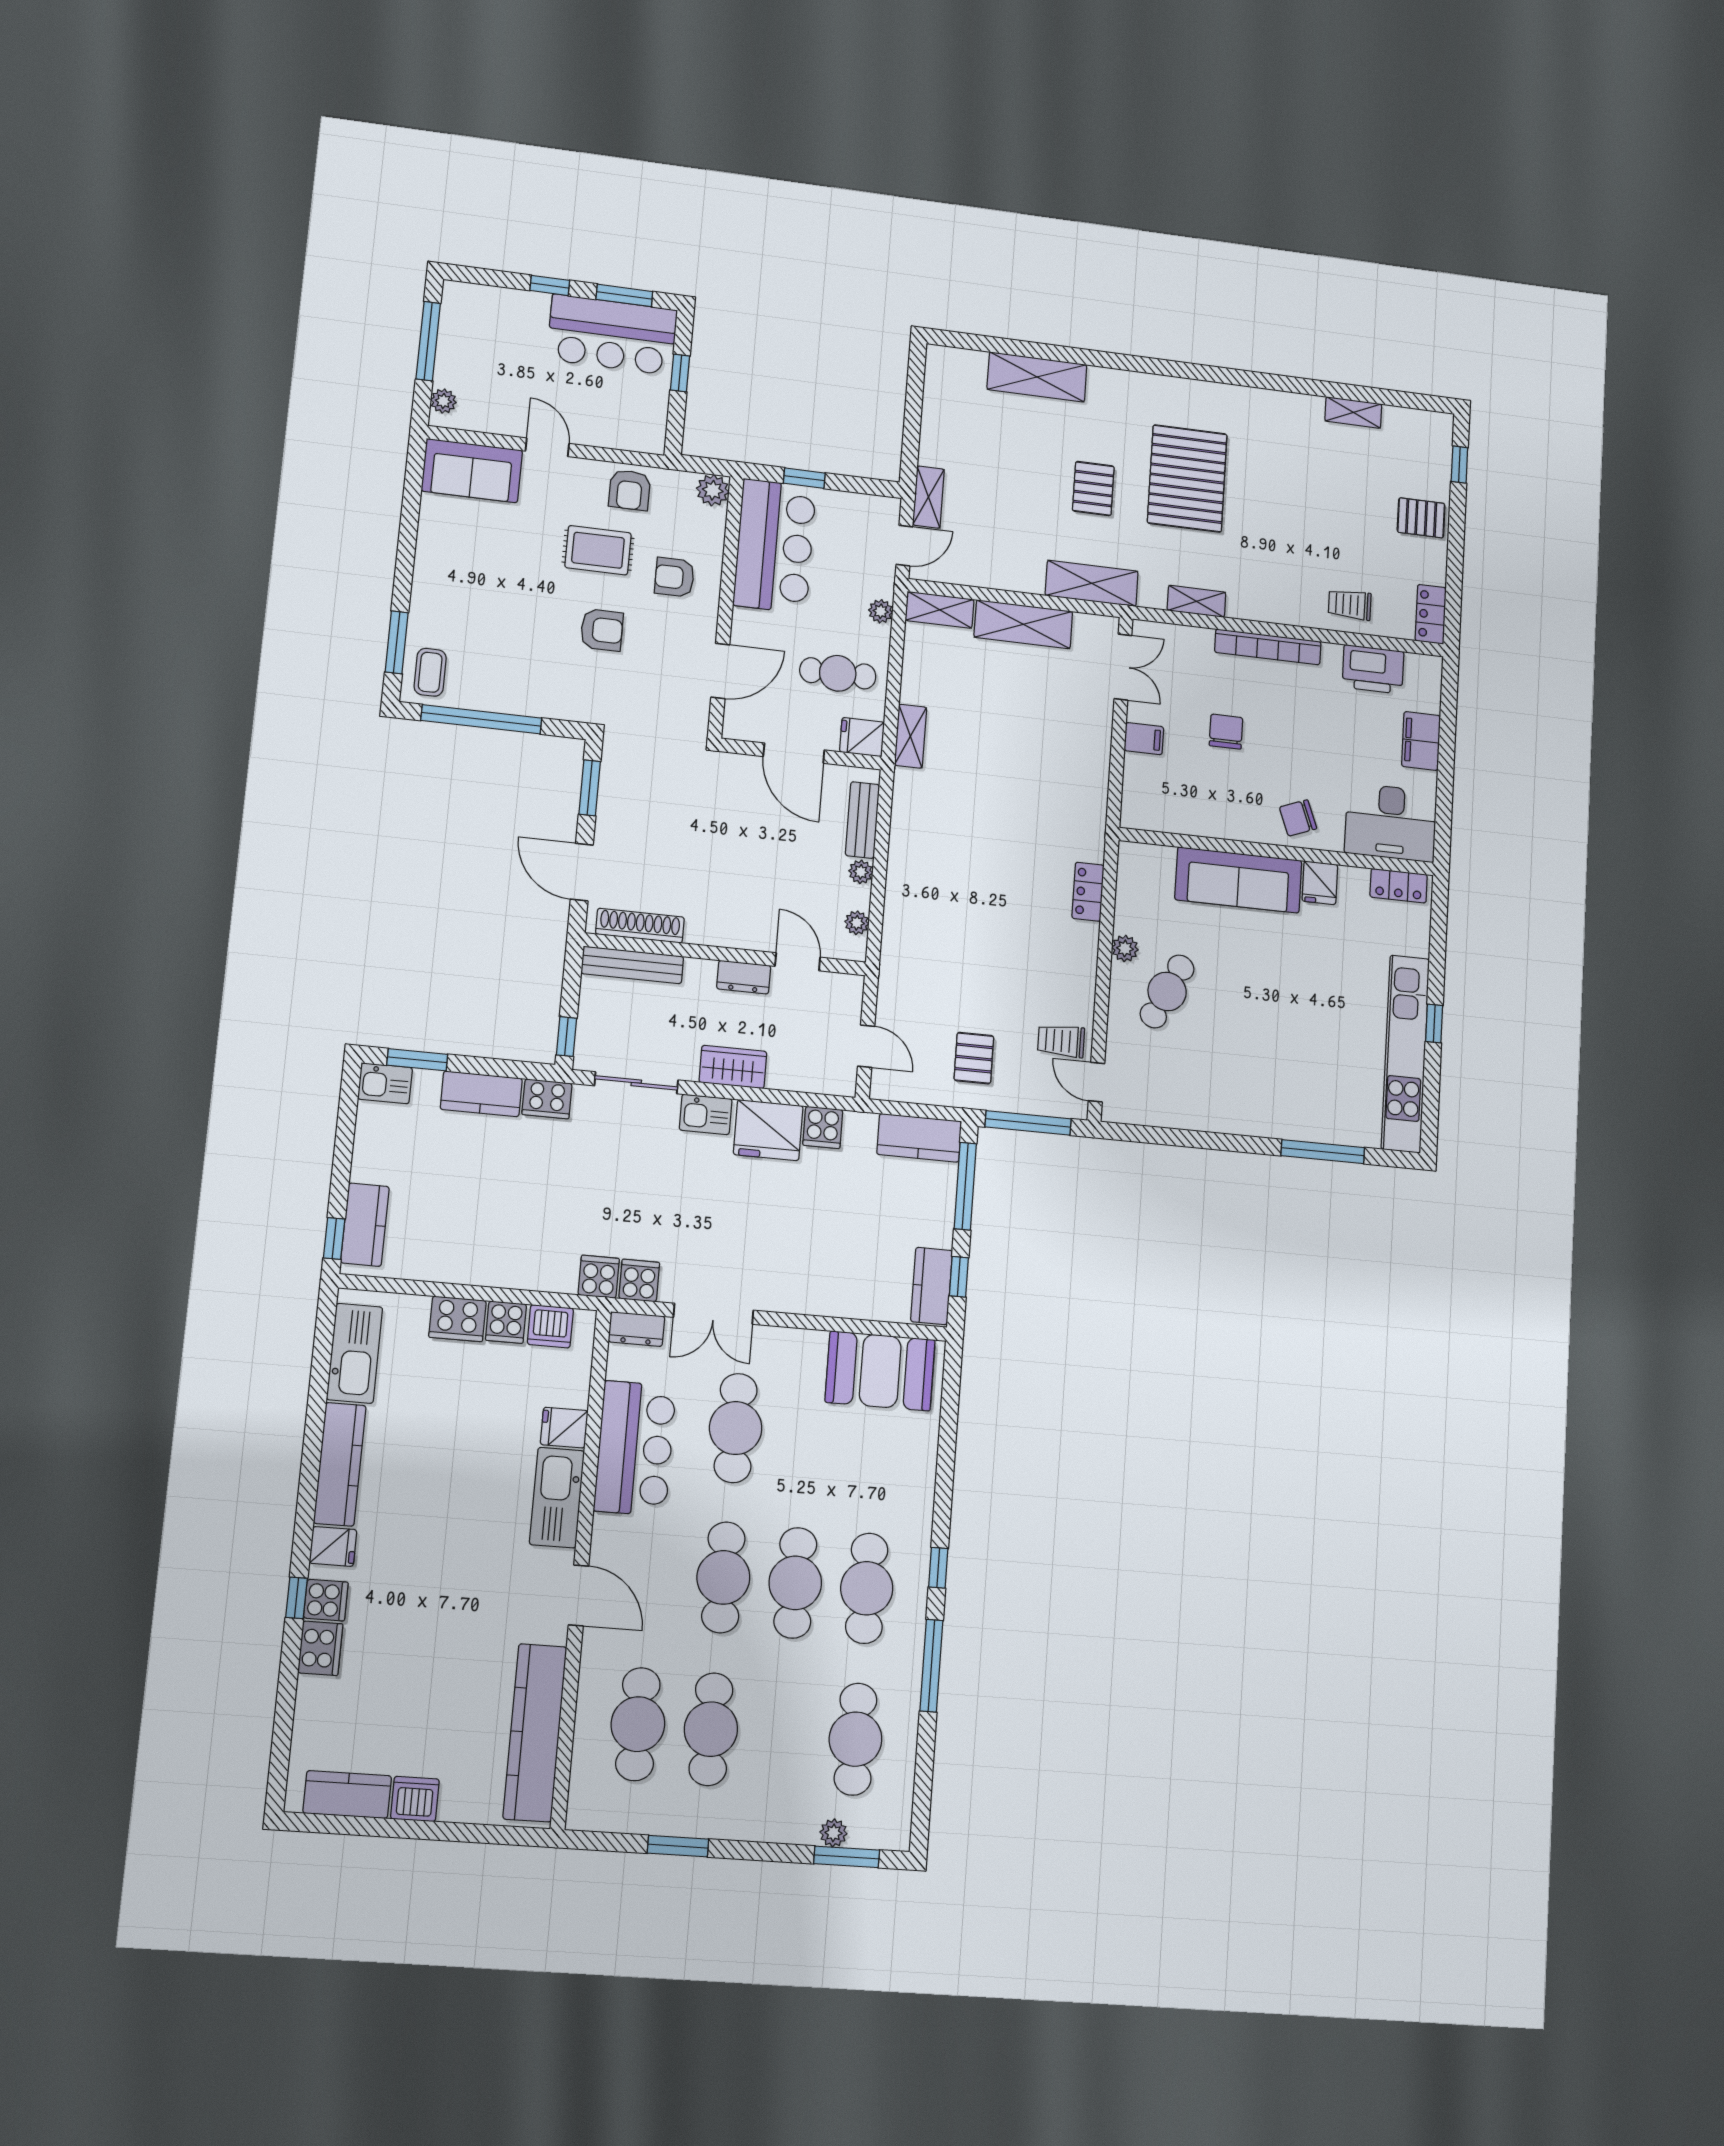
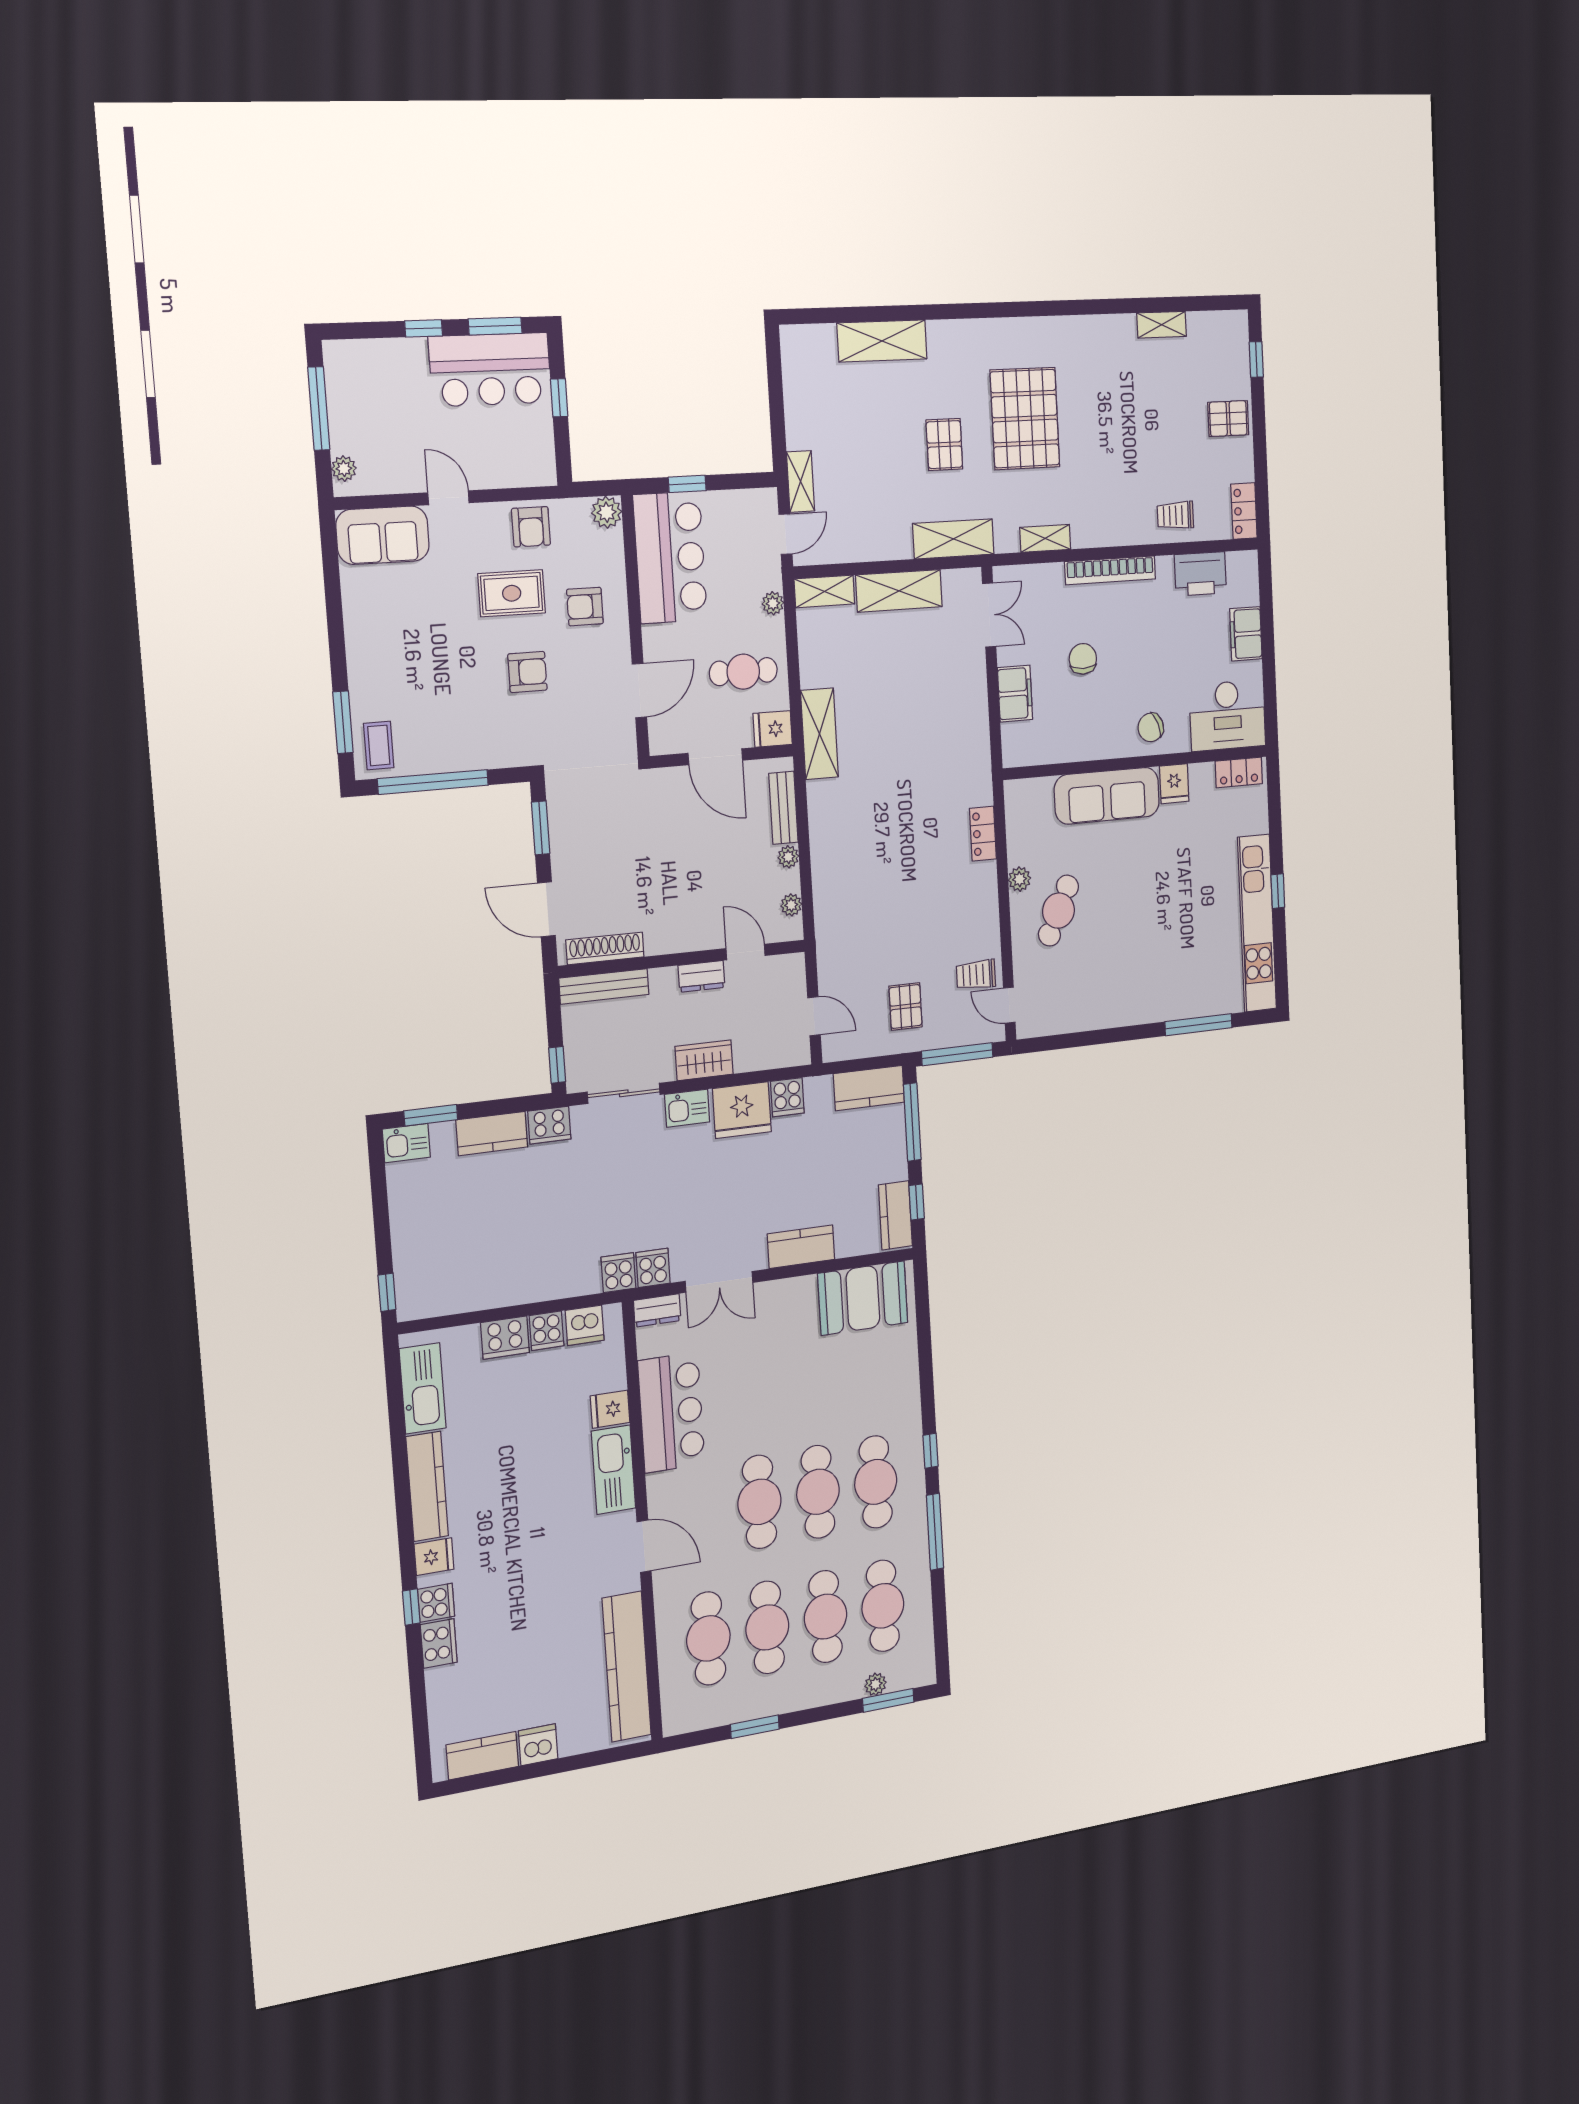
shelving: (910, 736) -> (819, 734), width x1.50, depth x1.33
filing cabinet: (1144, 739) -> (1015, 694), width x2.00
kitchen counter: (365, 1225) -> (801, 1247), moved, turned -90
cafe table: (736, 1428) -> (826, 1617), moved

